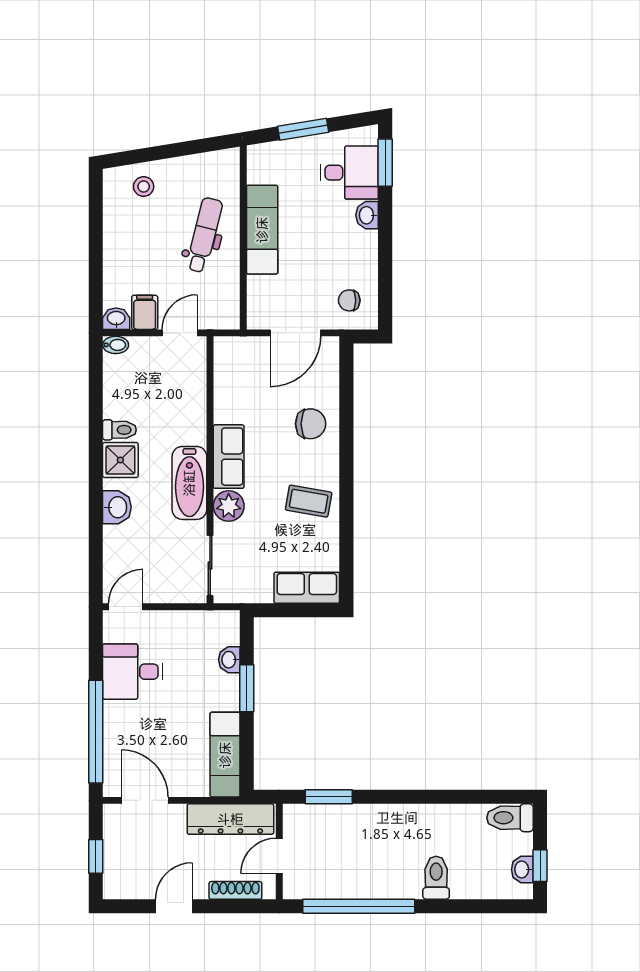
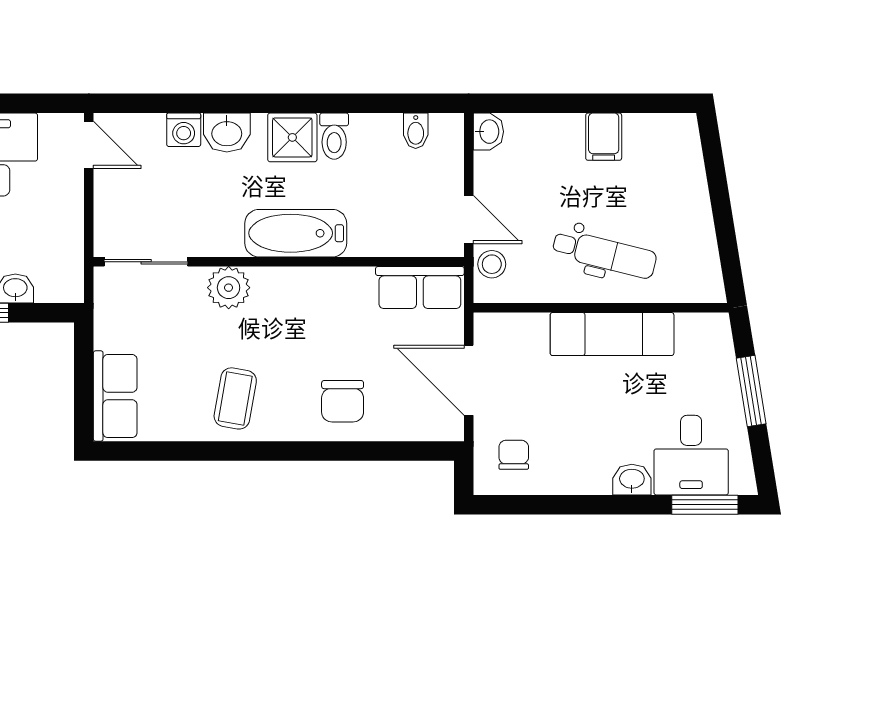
stool: (144, 186) -> (492, 264), moved
filing cabinet: (145, 312) -> (604, 137), moved, turned 90
bidet: (116, 345) -> (416, 131), moved
row of seats: (229, 457) -> (420, 288), moved
bathtub: (189, 483) -> (296, 233), moved
washing machine: (115, 538) -> (184, 130), added

